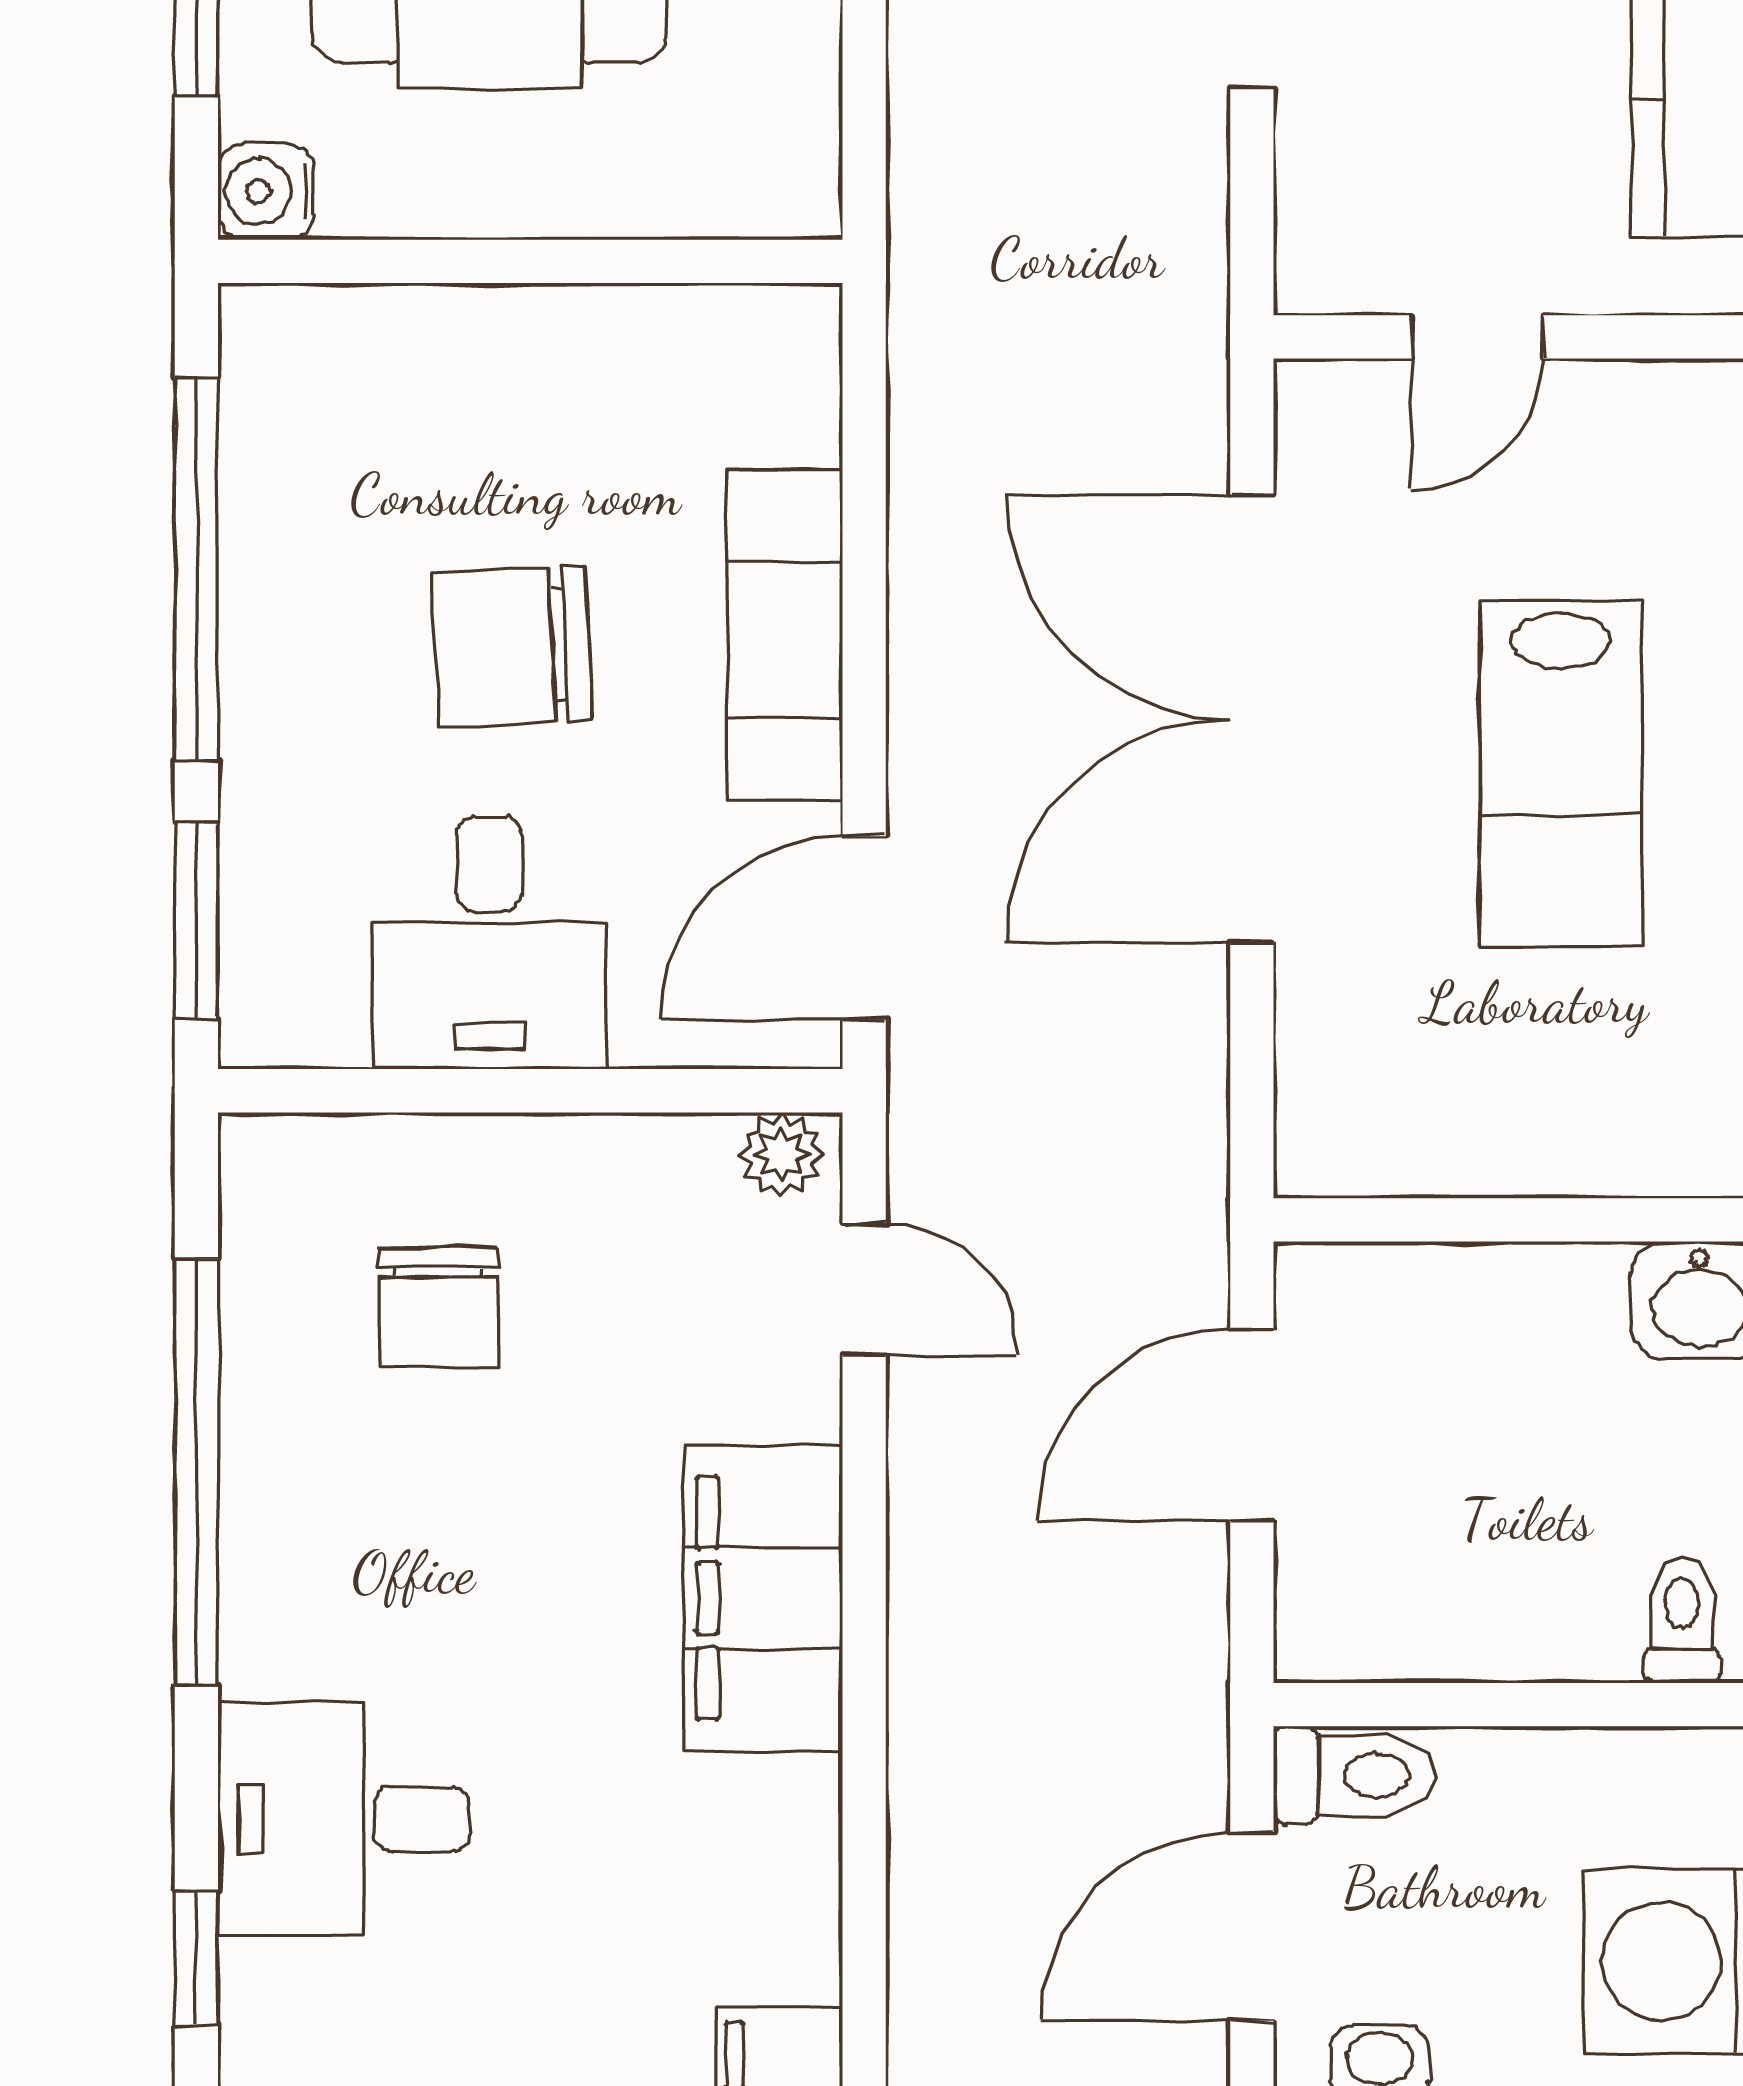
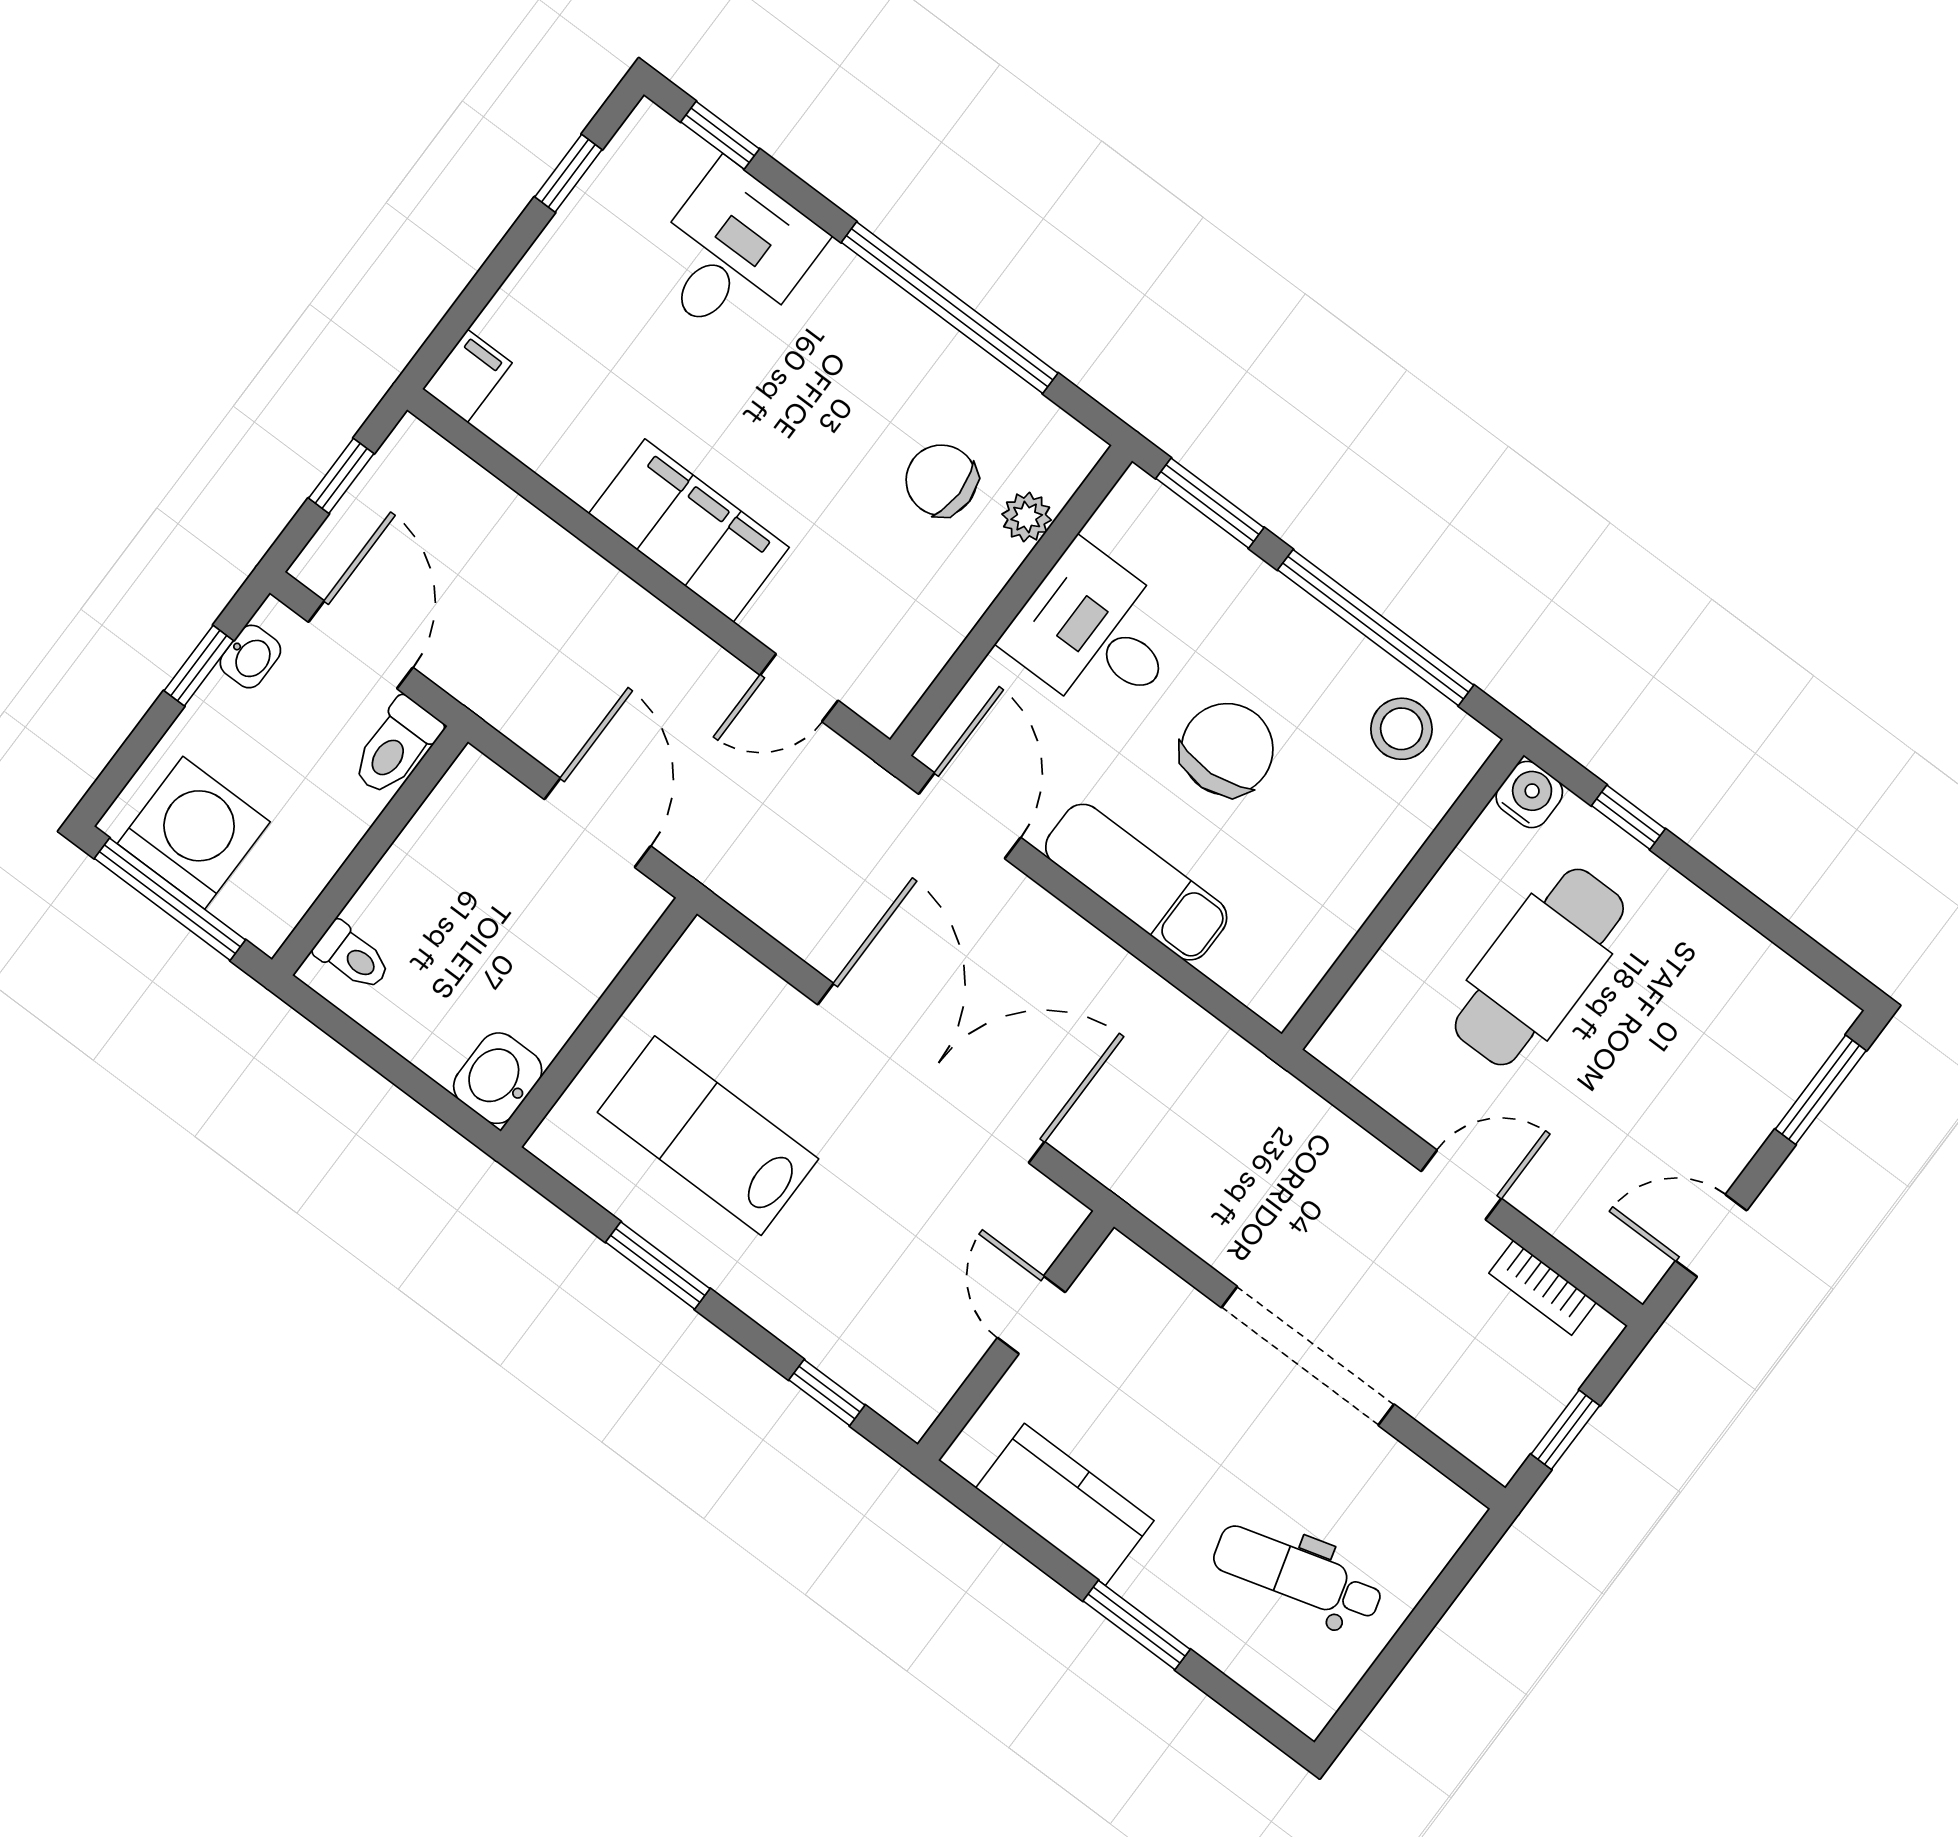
stool: (307, 432) -> (1401, 729), added
lab bench: (1561, 773) -> (708, 1136), moved
plant: (781, 1155) -> (1027, 517), moved

